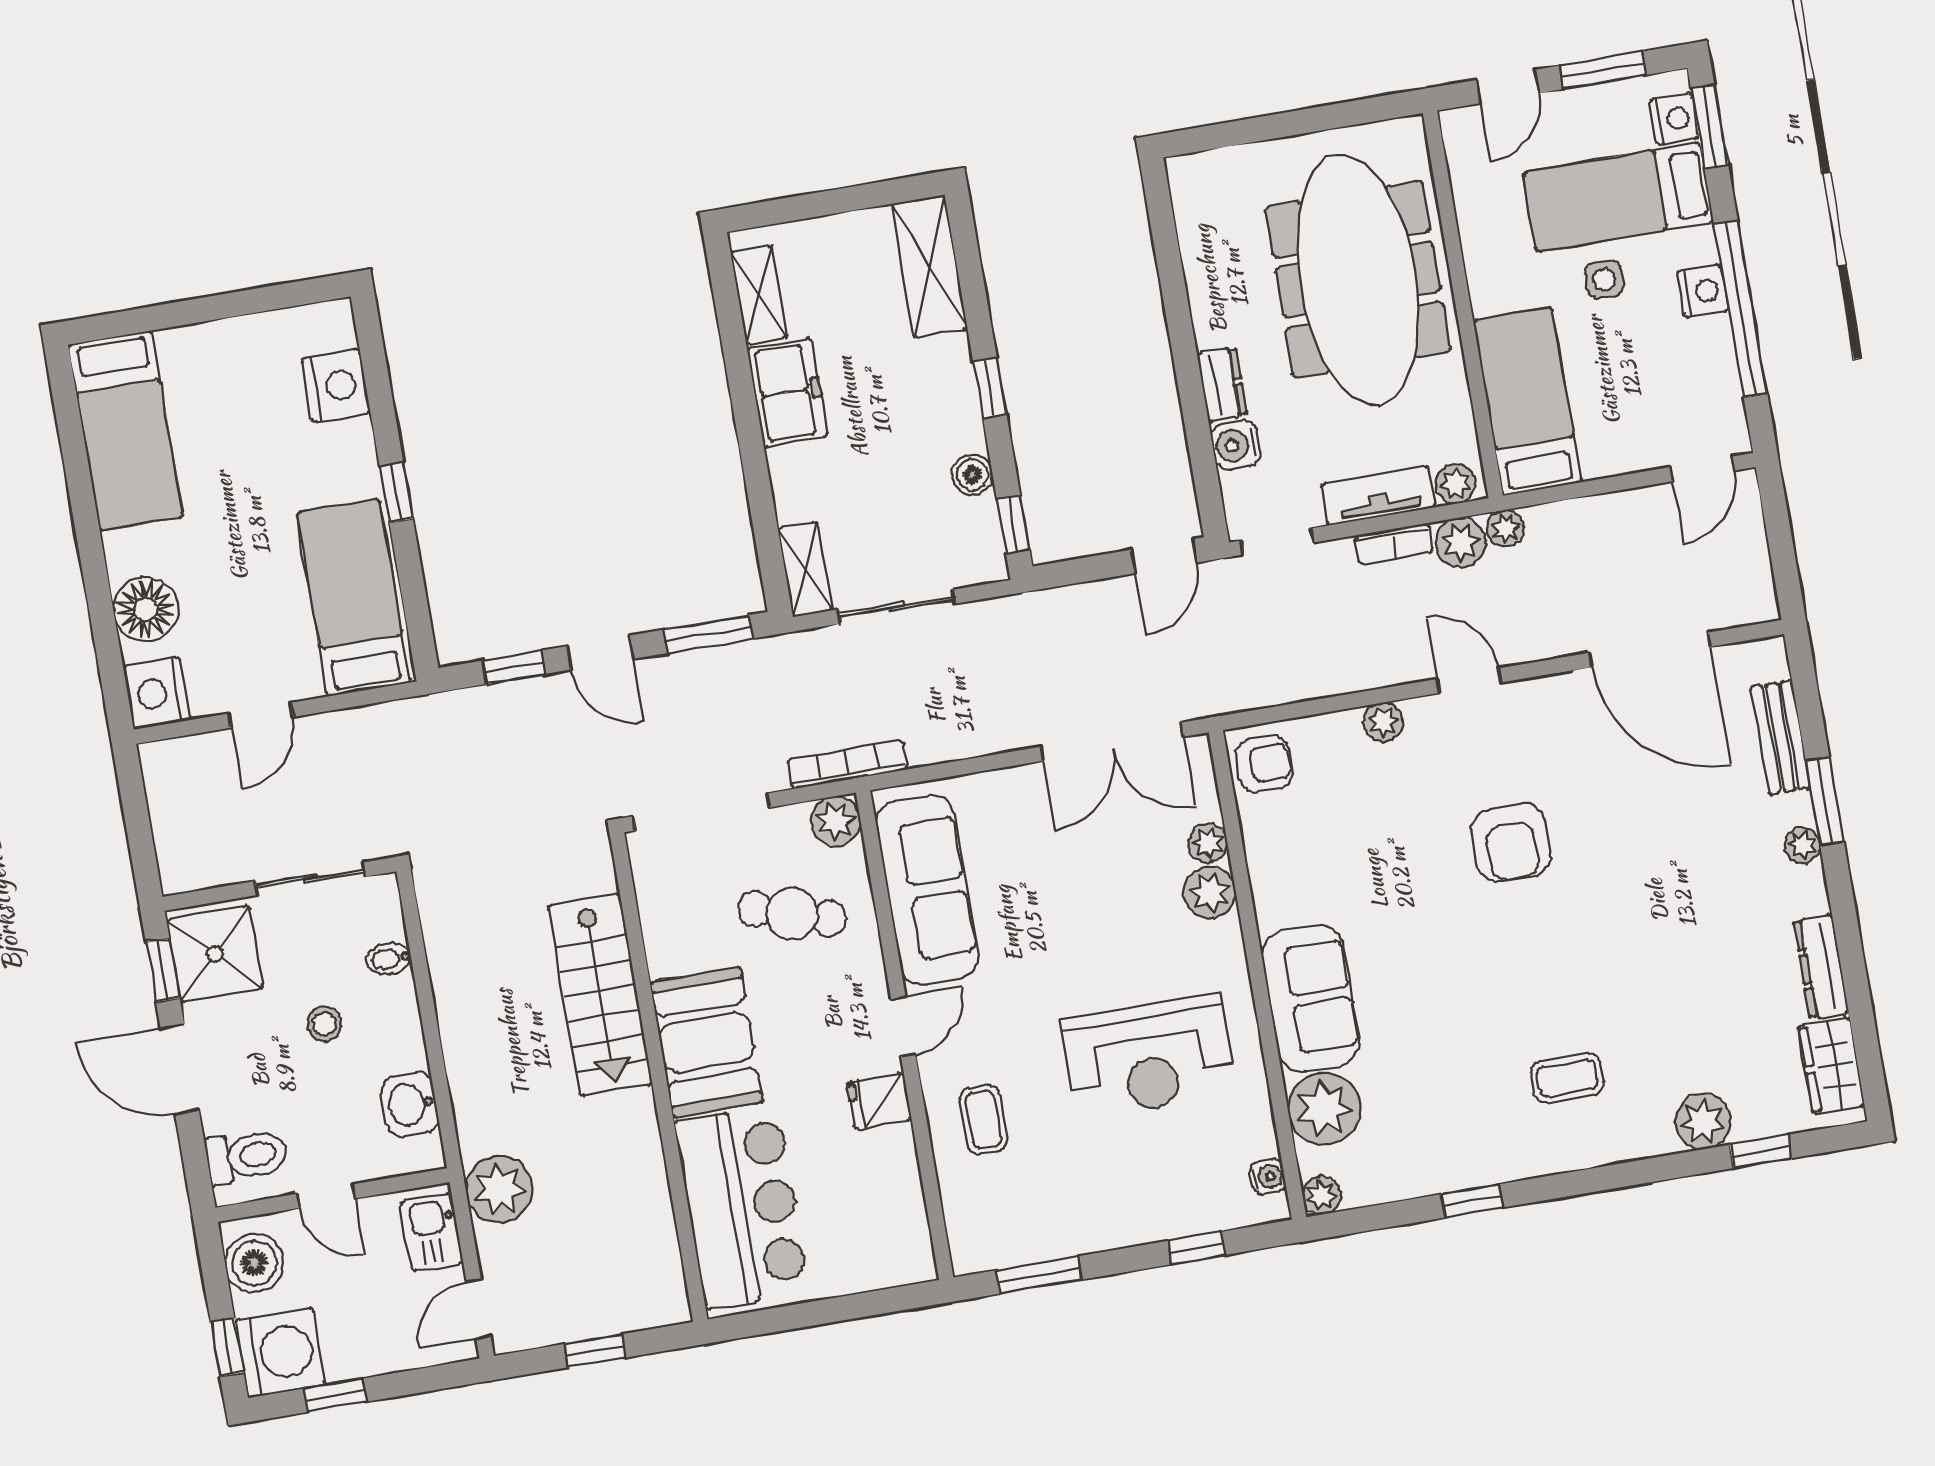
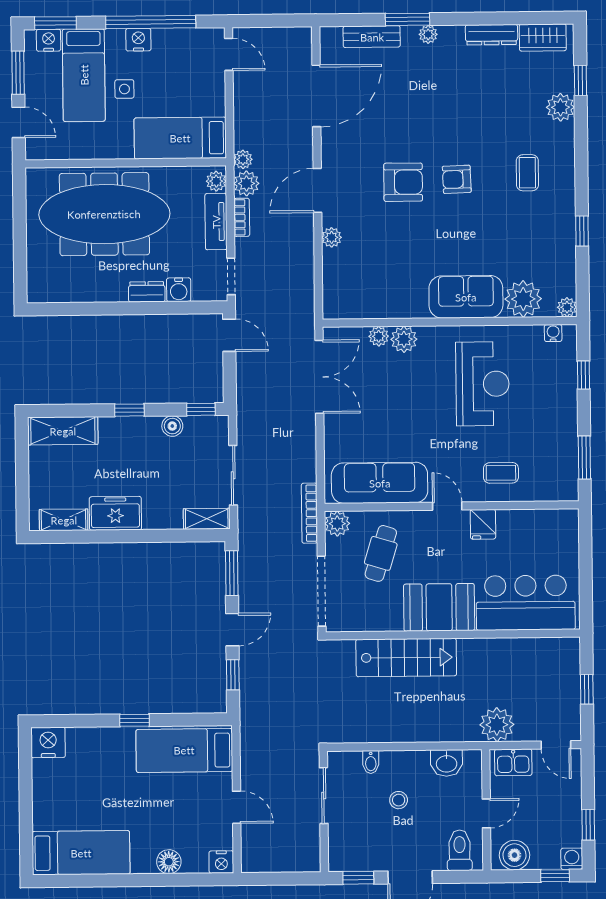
nightstand: (336, 386) -> (48, 742), moved
floor lamp: (146, 609) -> (169, 862), width x0.73, depth x0.73
door: (1469, 681) -> (317, 190), width x1.38
nightstand: (157, 693) -> (221, 862), width x0.74, depth x0.75
armchair: (1264, 764) -> (457, 179), moved, turned -92
shower: (215, 954) -> (354, 850), removed
washing machine: (280, 1353) -> (572, 859), width x0.53, depth x0.53

